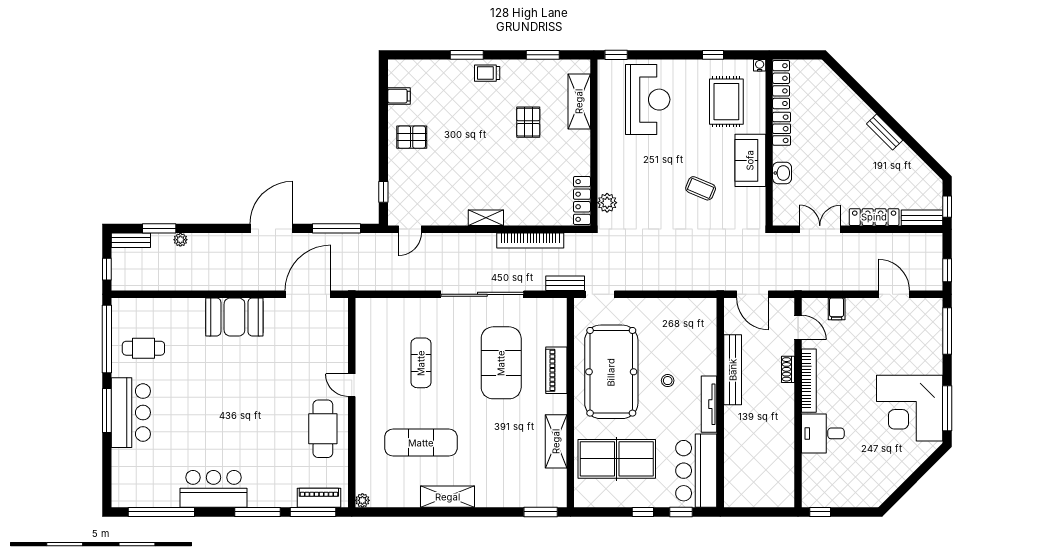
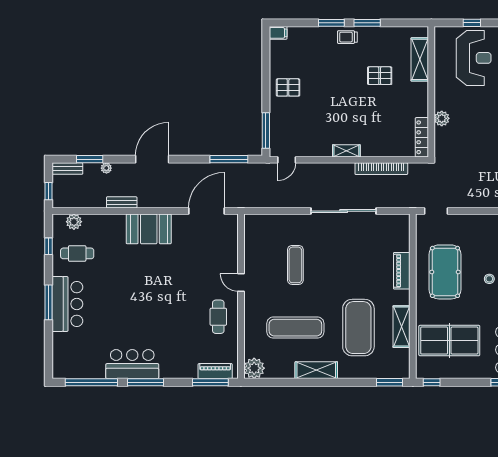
window: (543, 55) -> (367, 23), moved
window: (616, 55) -> (472, 23), moved
filing cabinet: (399, 96) -> (278, 33), moved
pallet: (528, 122) -> (380, 76), turned 90
window: (383, 192) -> (266, 130), width x2.17
plant: (607, 203) -> (442, 118), moved
door: (271, 228) -> (152, 159), moved
bench: (565, 283) -> (122, 202), moved
plant: (139, 308) -> (74, 222), added
window: (107, 339) -> (48, 246), width x0.32
exercise mat: (501, 363) -> (358, 328), moved
pool table: (611, 372) -> (445, 272), width x0.73, depth x0.76
cafe table: (323, 429) -> (218, 317), width x0.73, depth x0.74
plant: (362, 500) -> (254, 368), width x1.88, depth x1.88
window: (258, 512) -> (146, 382), moved
window: (643, 512) -> (432, 382), moved

